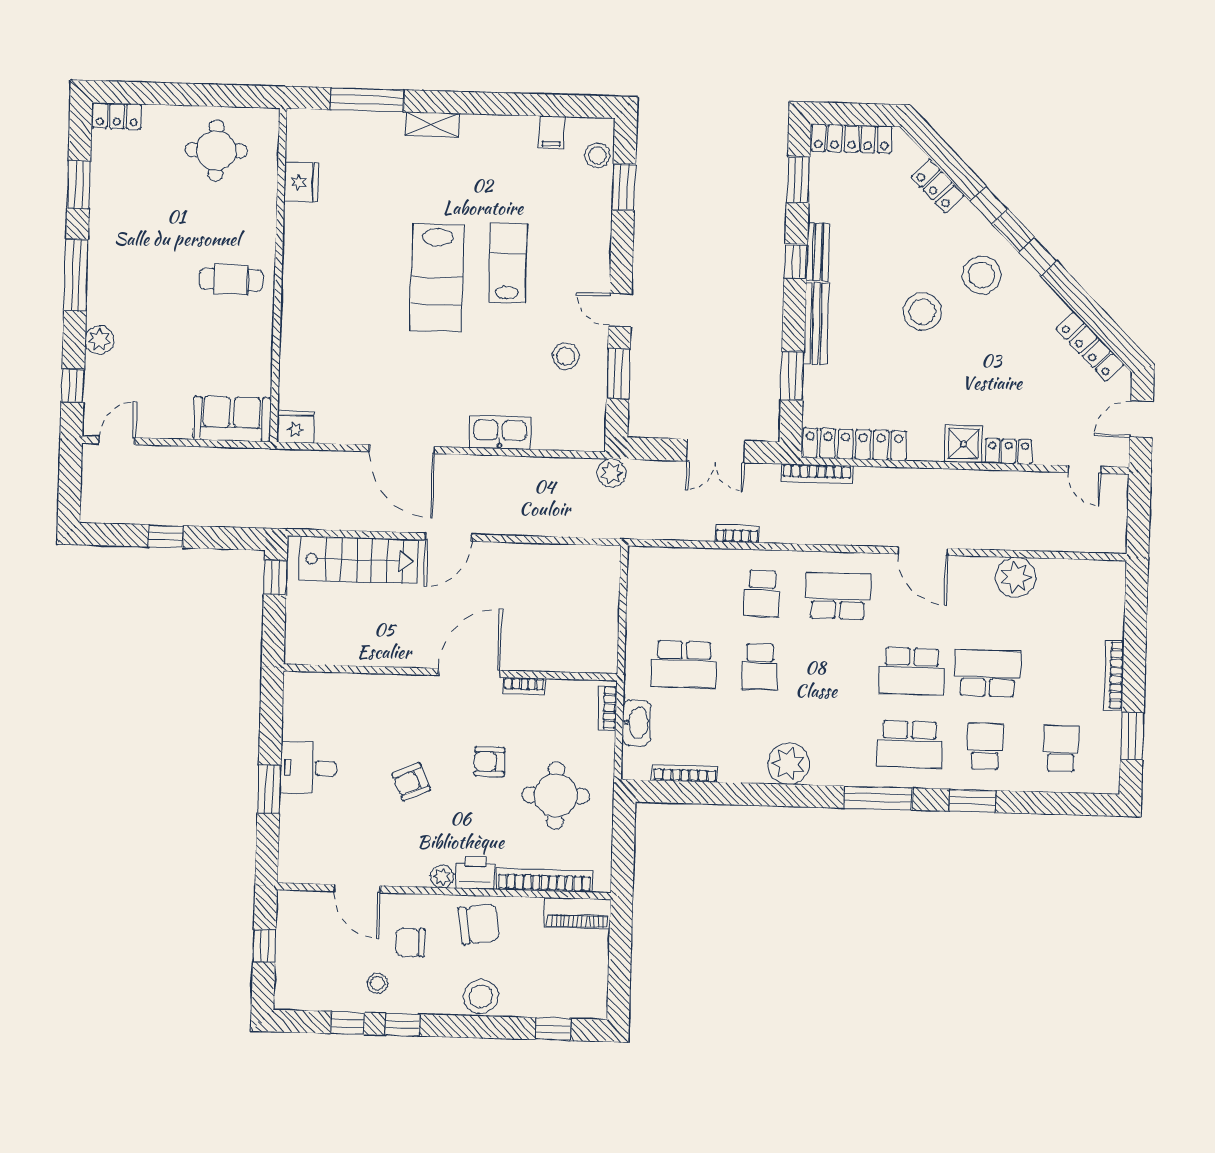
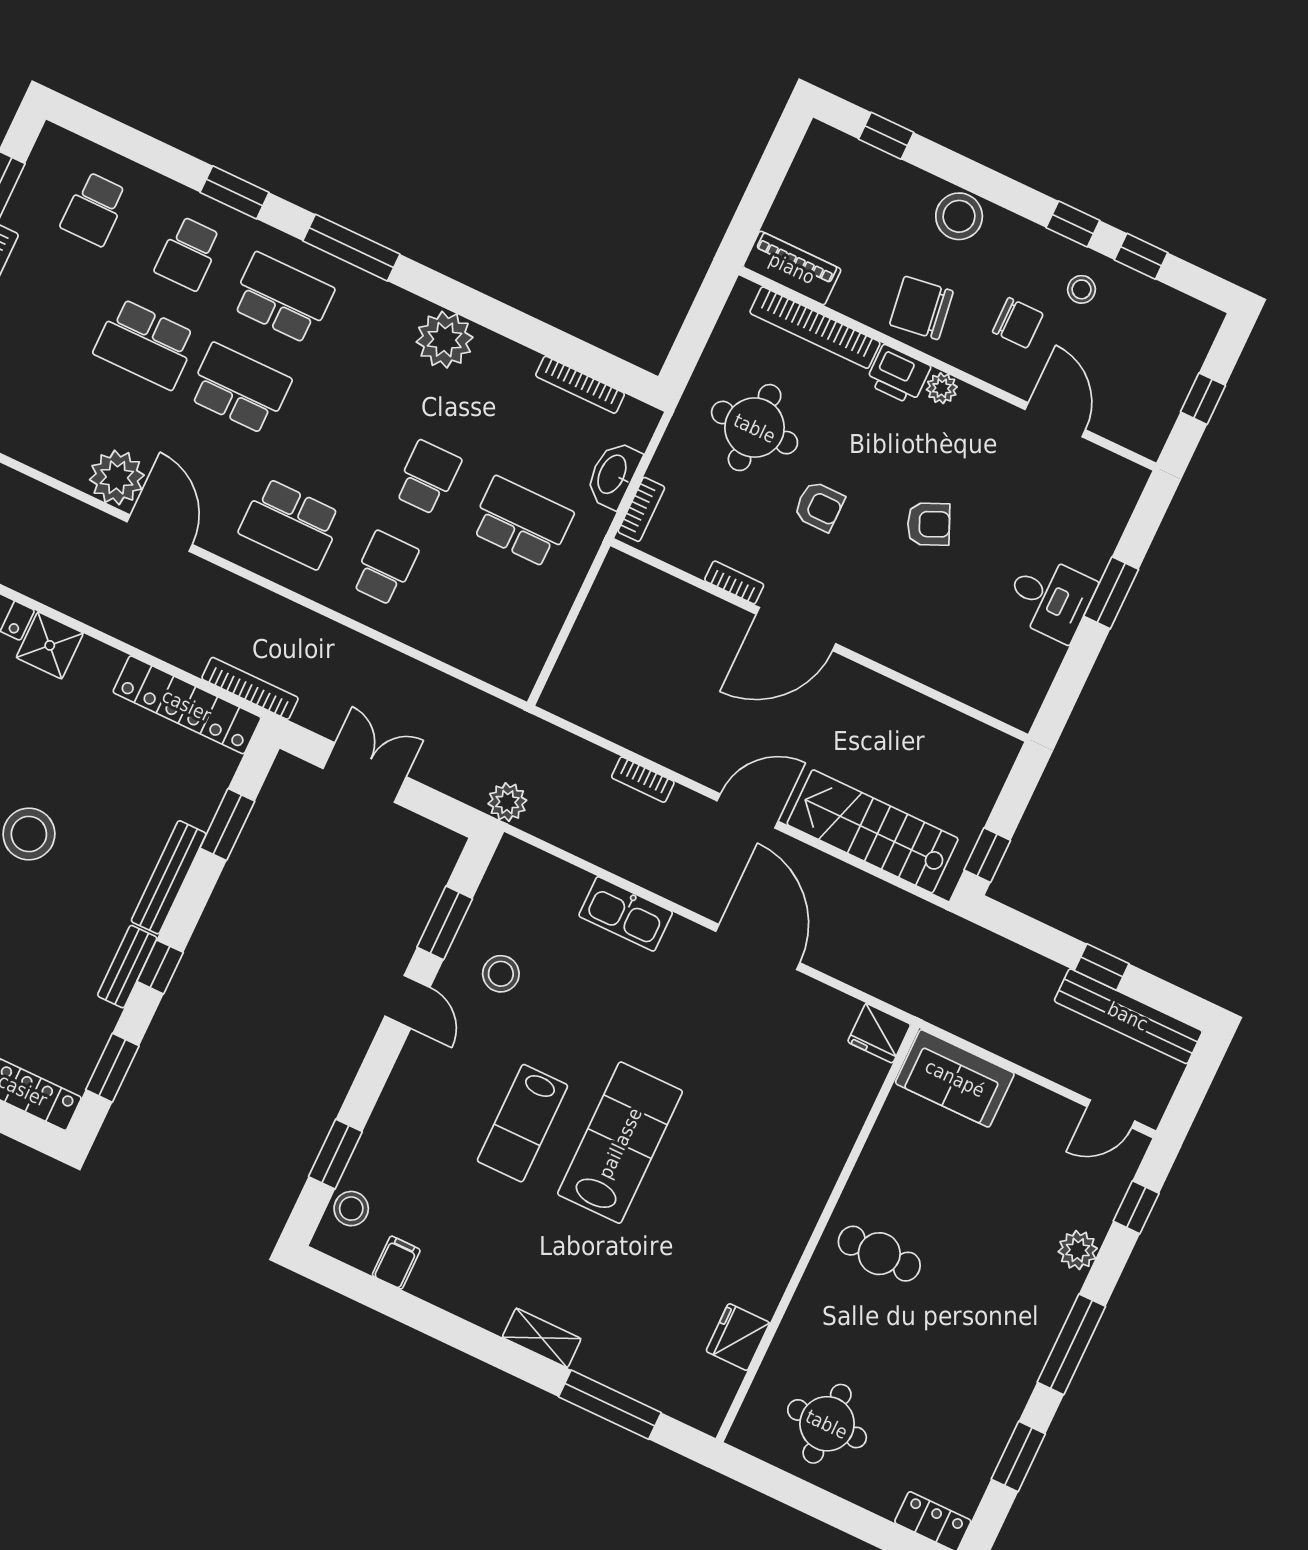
bench: (134, 511) -> (1128, 1016), added
bookcase: (737, 534) -> (643, 780), moved
plant: (1016, 577) -> (117, 477), moved

